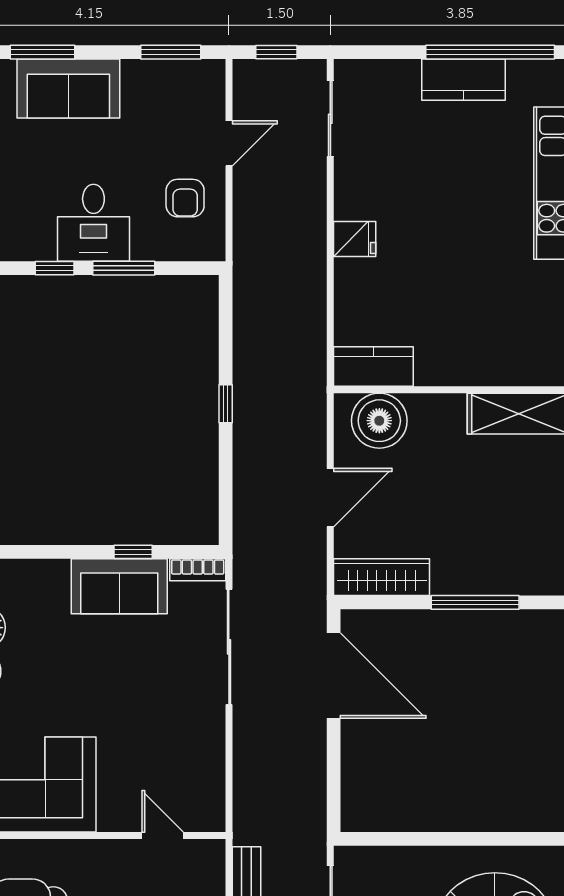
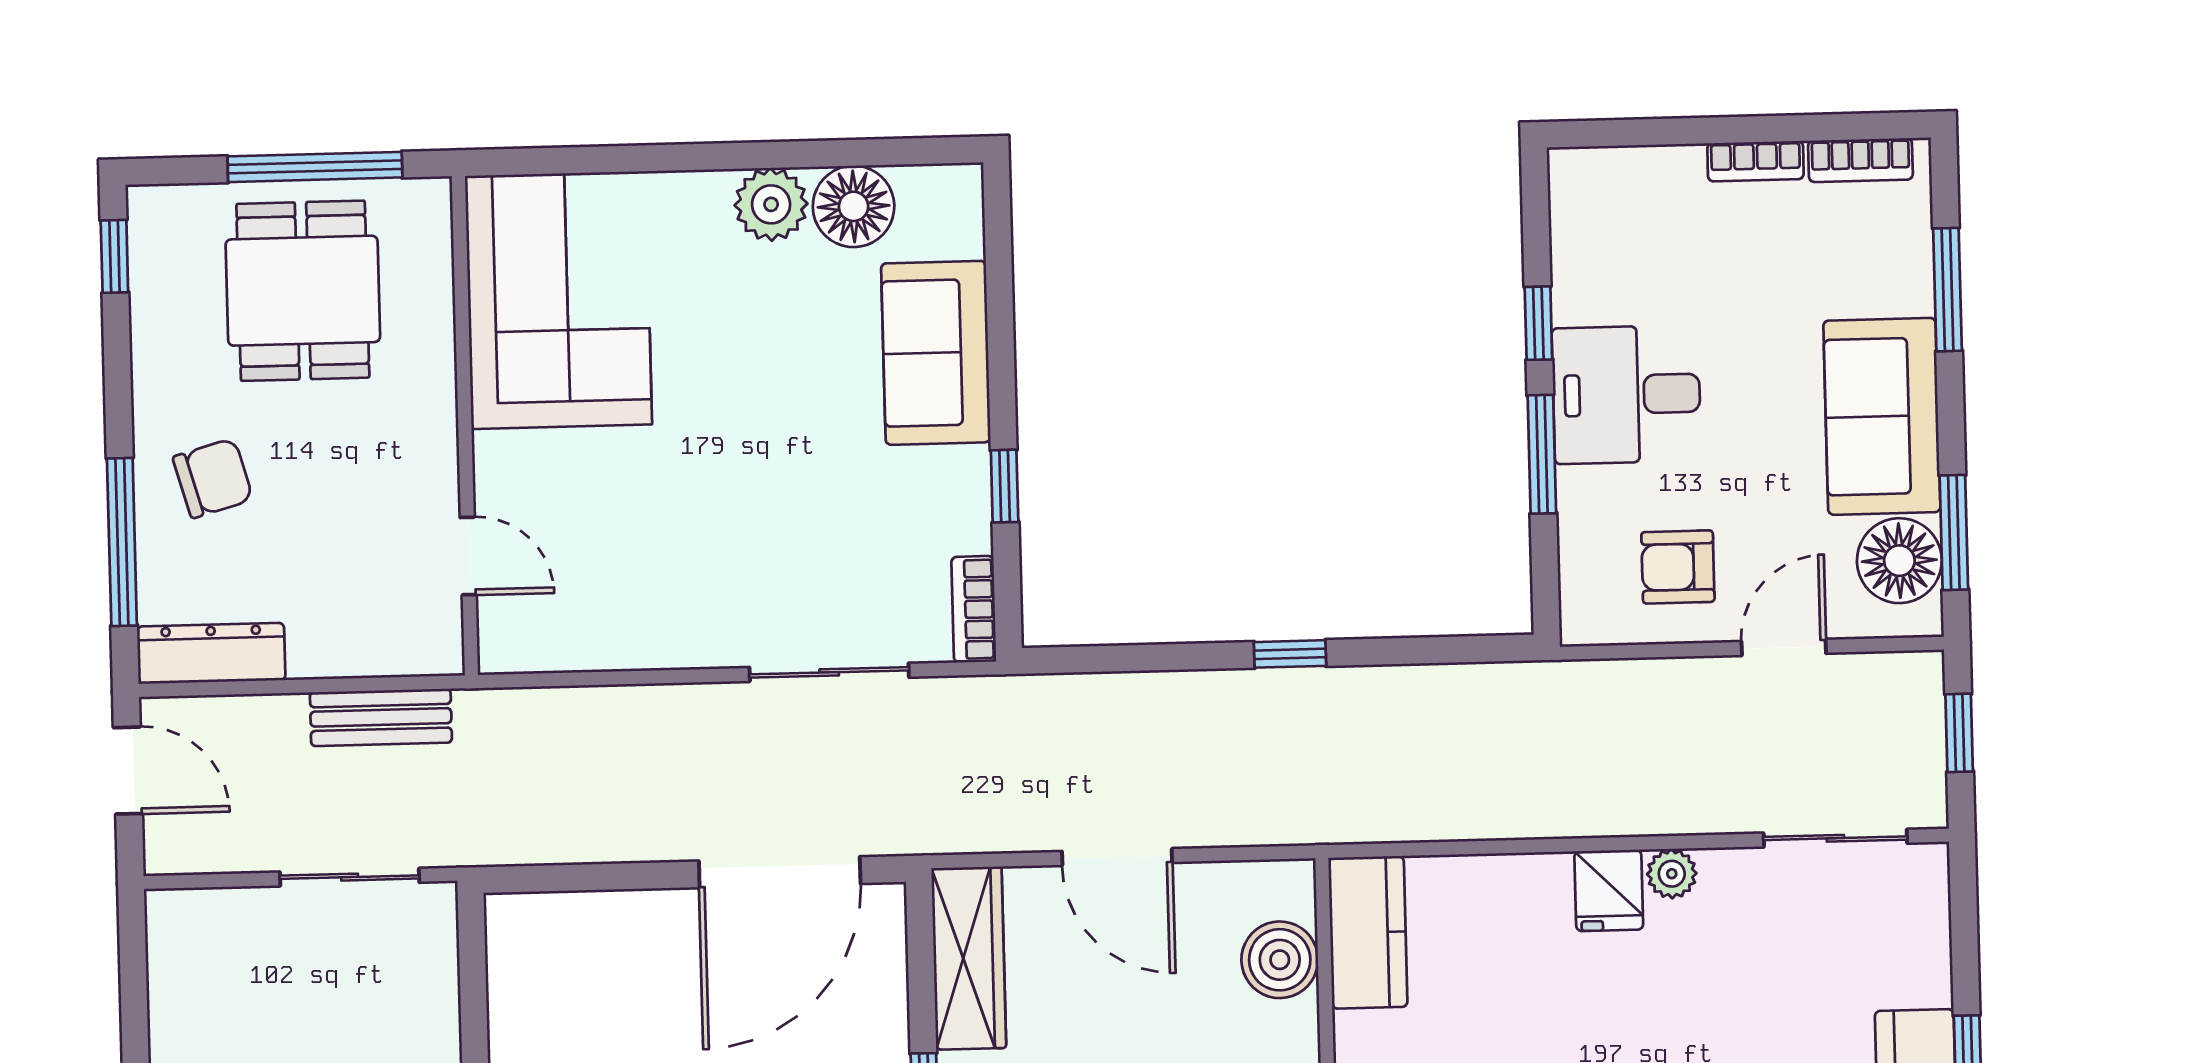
floor lamp: (185, 81) -> (1899, 561), added
sofa: (68, 88) -> (1882, 416), moved
door: (229, 143) -> (1784, 647), swing flipped
plant: (347, 205) -> (1672, 874), added
boiler: (379, 421) -> (1280, 960), width x0.73, depth x0.73
sofa: (119, 586) -> (936, 353), moved
sliding door: (229, 647) -> (829, 672), width x0.73
door: (163, 835) -> (468, 556), hinge flipped

